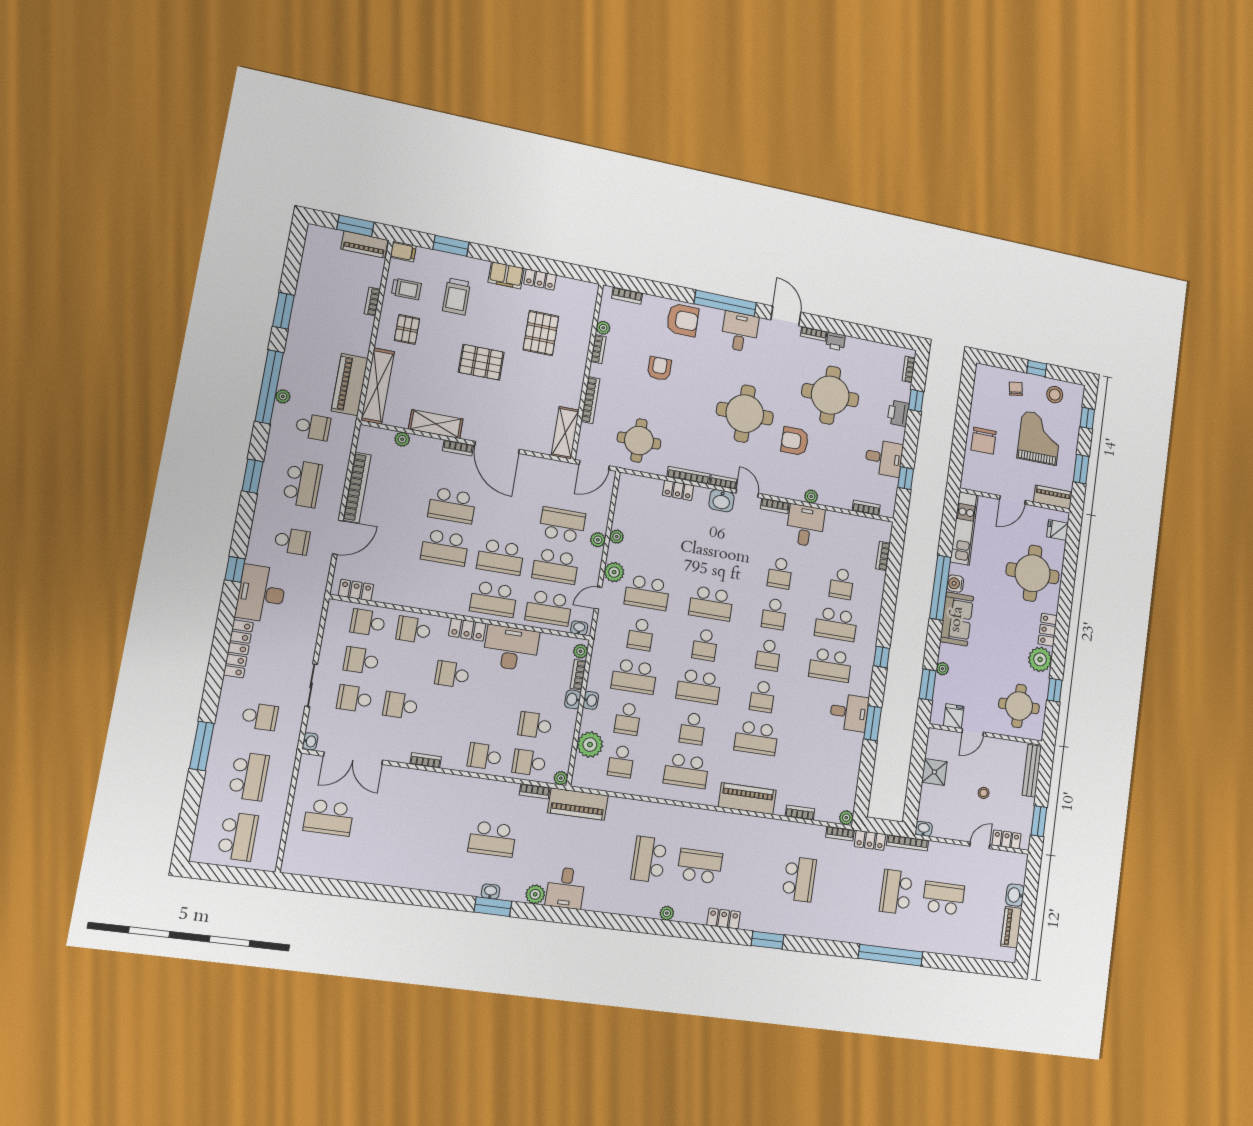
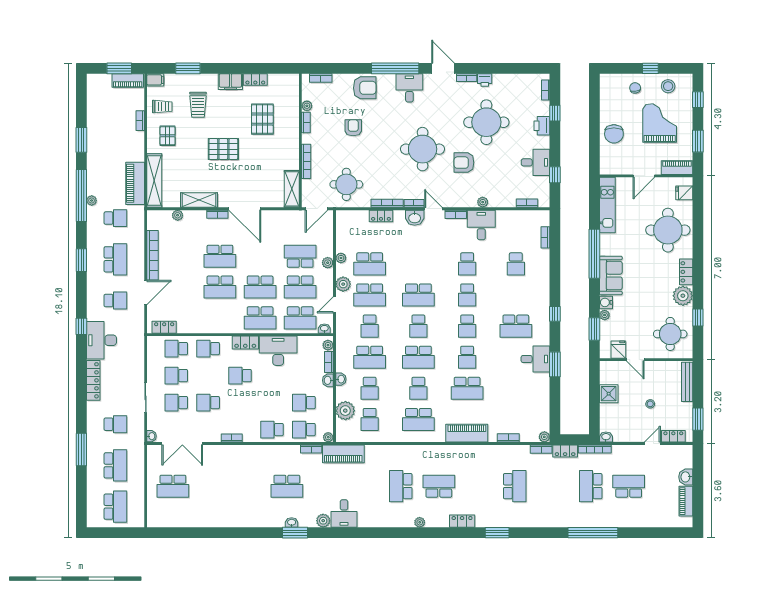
water cooler: (955, 584) -> (606, 302), moved
school desk: (836, 624) -> (370, 264), moved
door: (973, 732) -> (635, 360), hinge flipped

